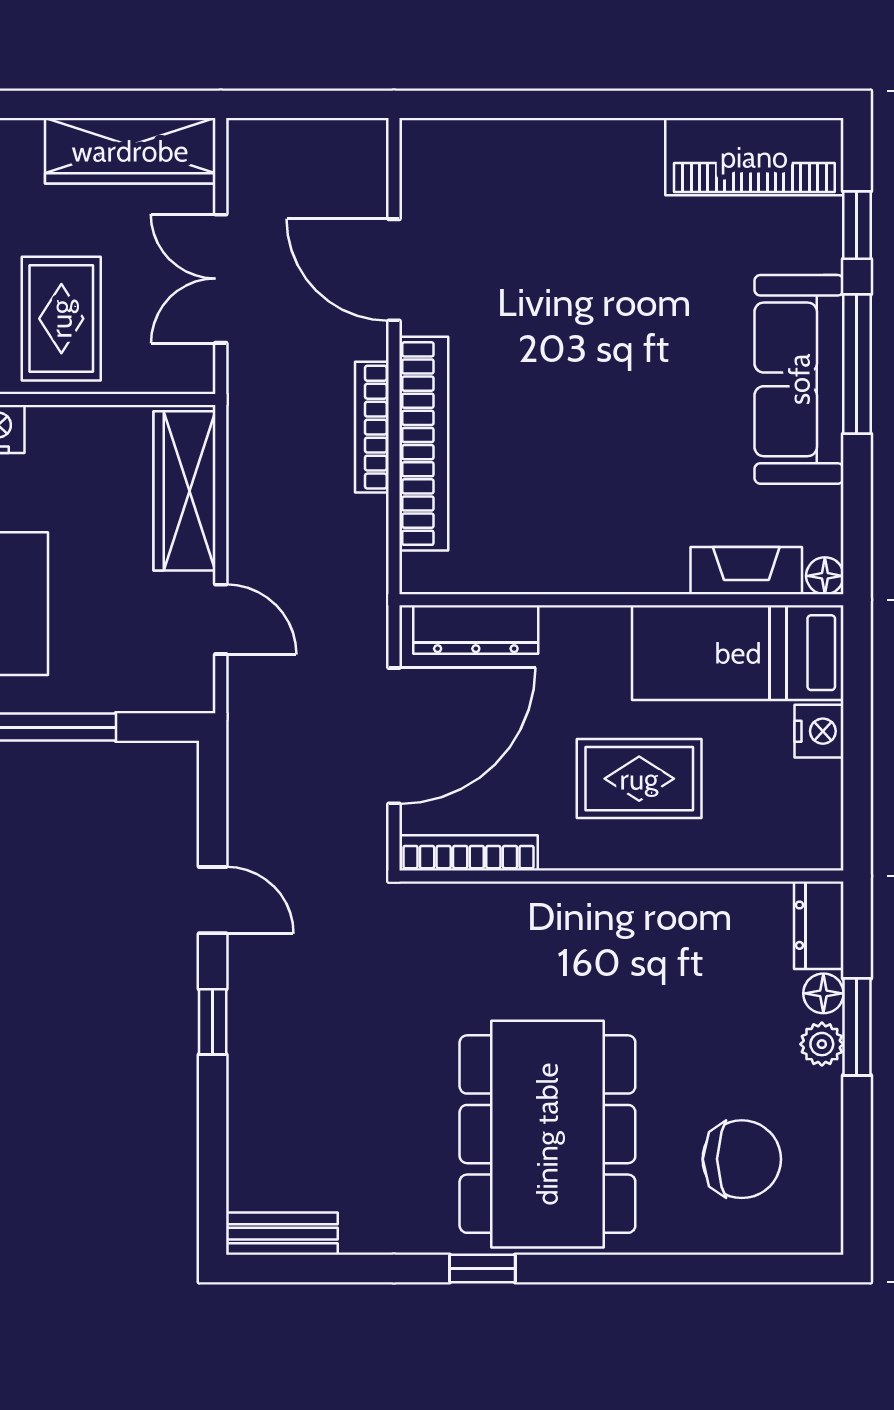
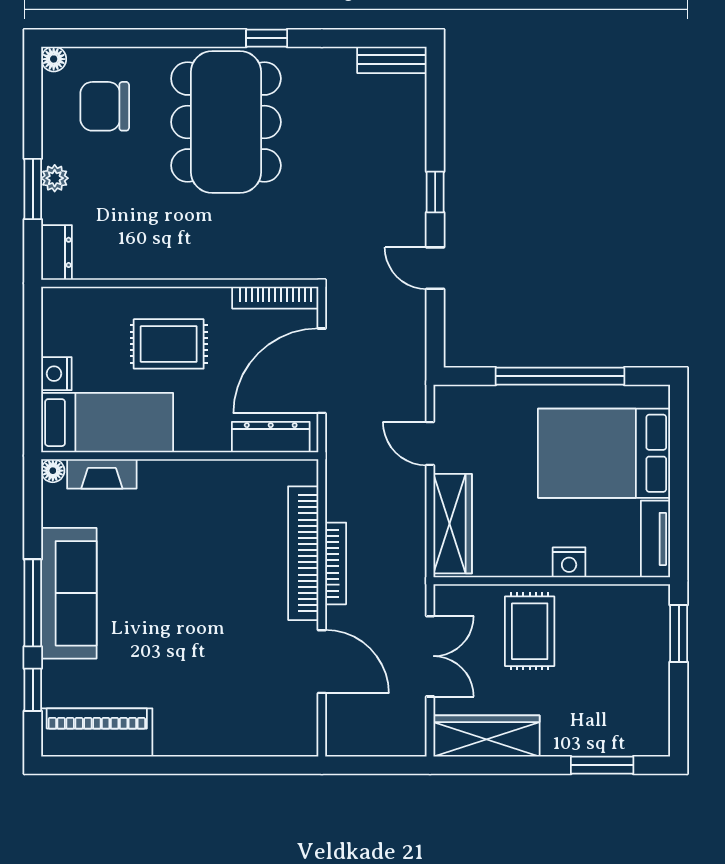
floor lamp: (823, 993) -> (54, 59), moved

